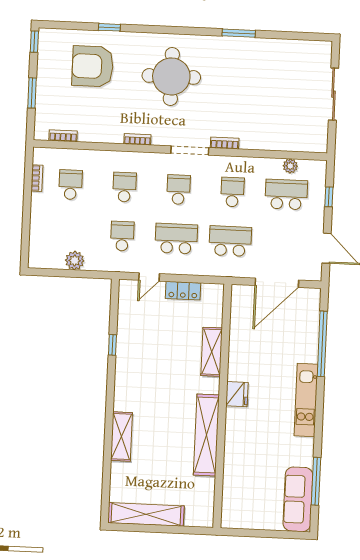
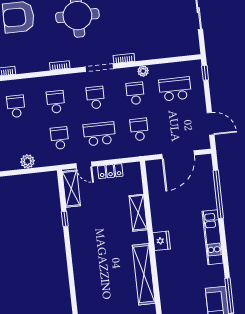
plant: (290, 166) -> (143, 71), moved
window: (329, 197) -> (205, 73), moved
school desk: (230, 241) -> (139, 129), width x0.54
door: (149, 277) -> (84, 165), hinge flipped
shelving: (122, 437) -> (71, 189), moved

